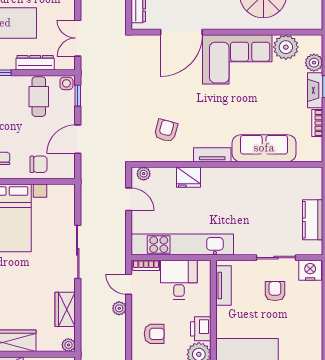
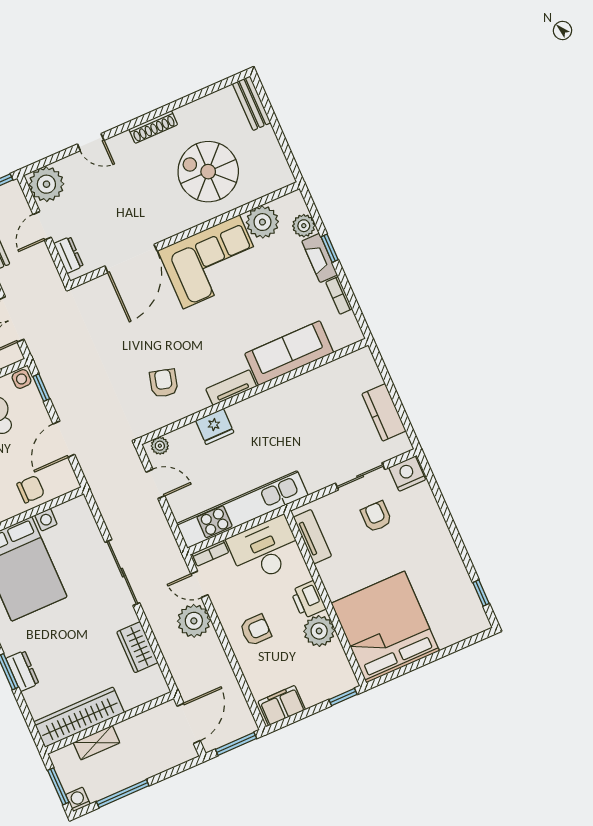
desk: (179, 280) -> (265, 550), width x1.37
plant: (119, 308) -> (194, 621), width x1.87, depth x1.87
plant: (68, 345) -> (160, 688), removed

